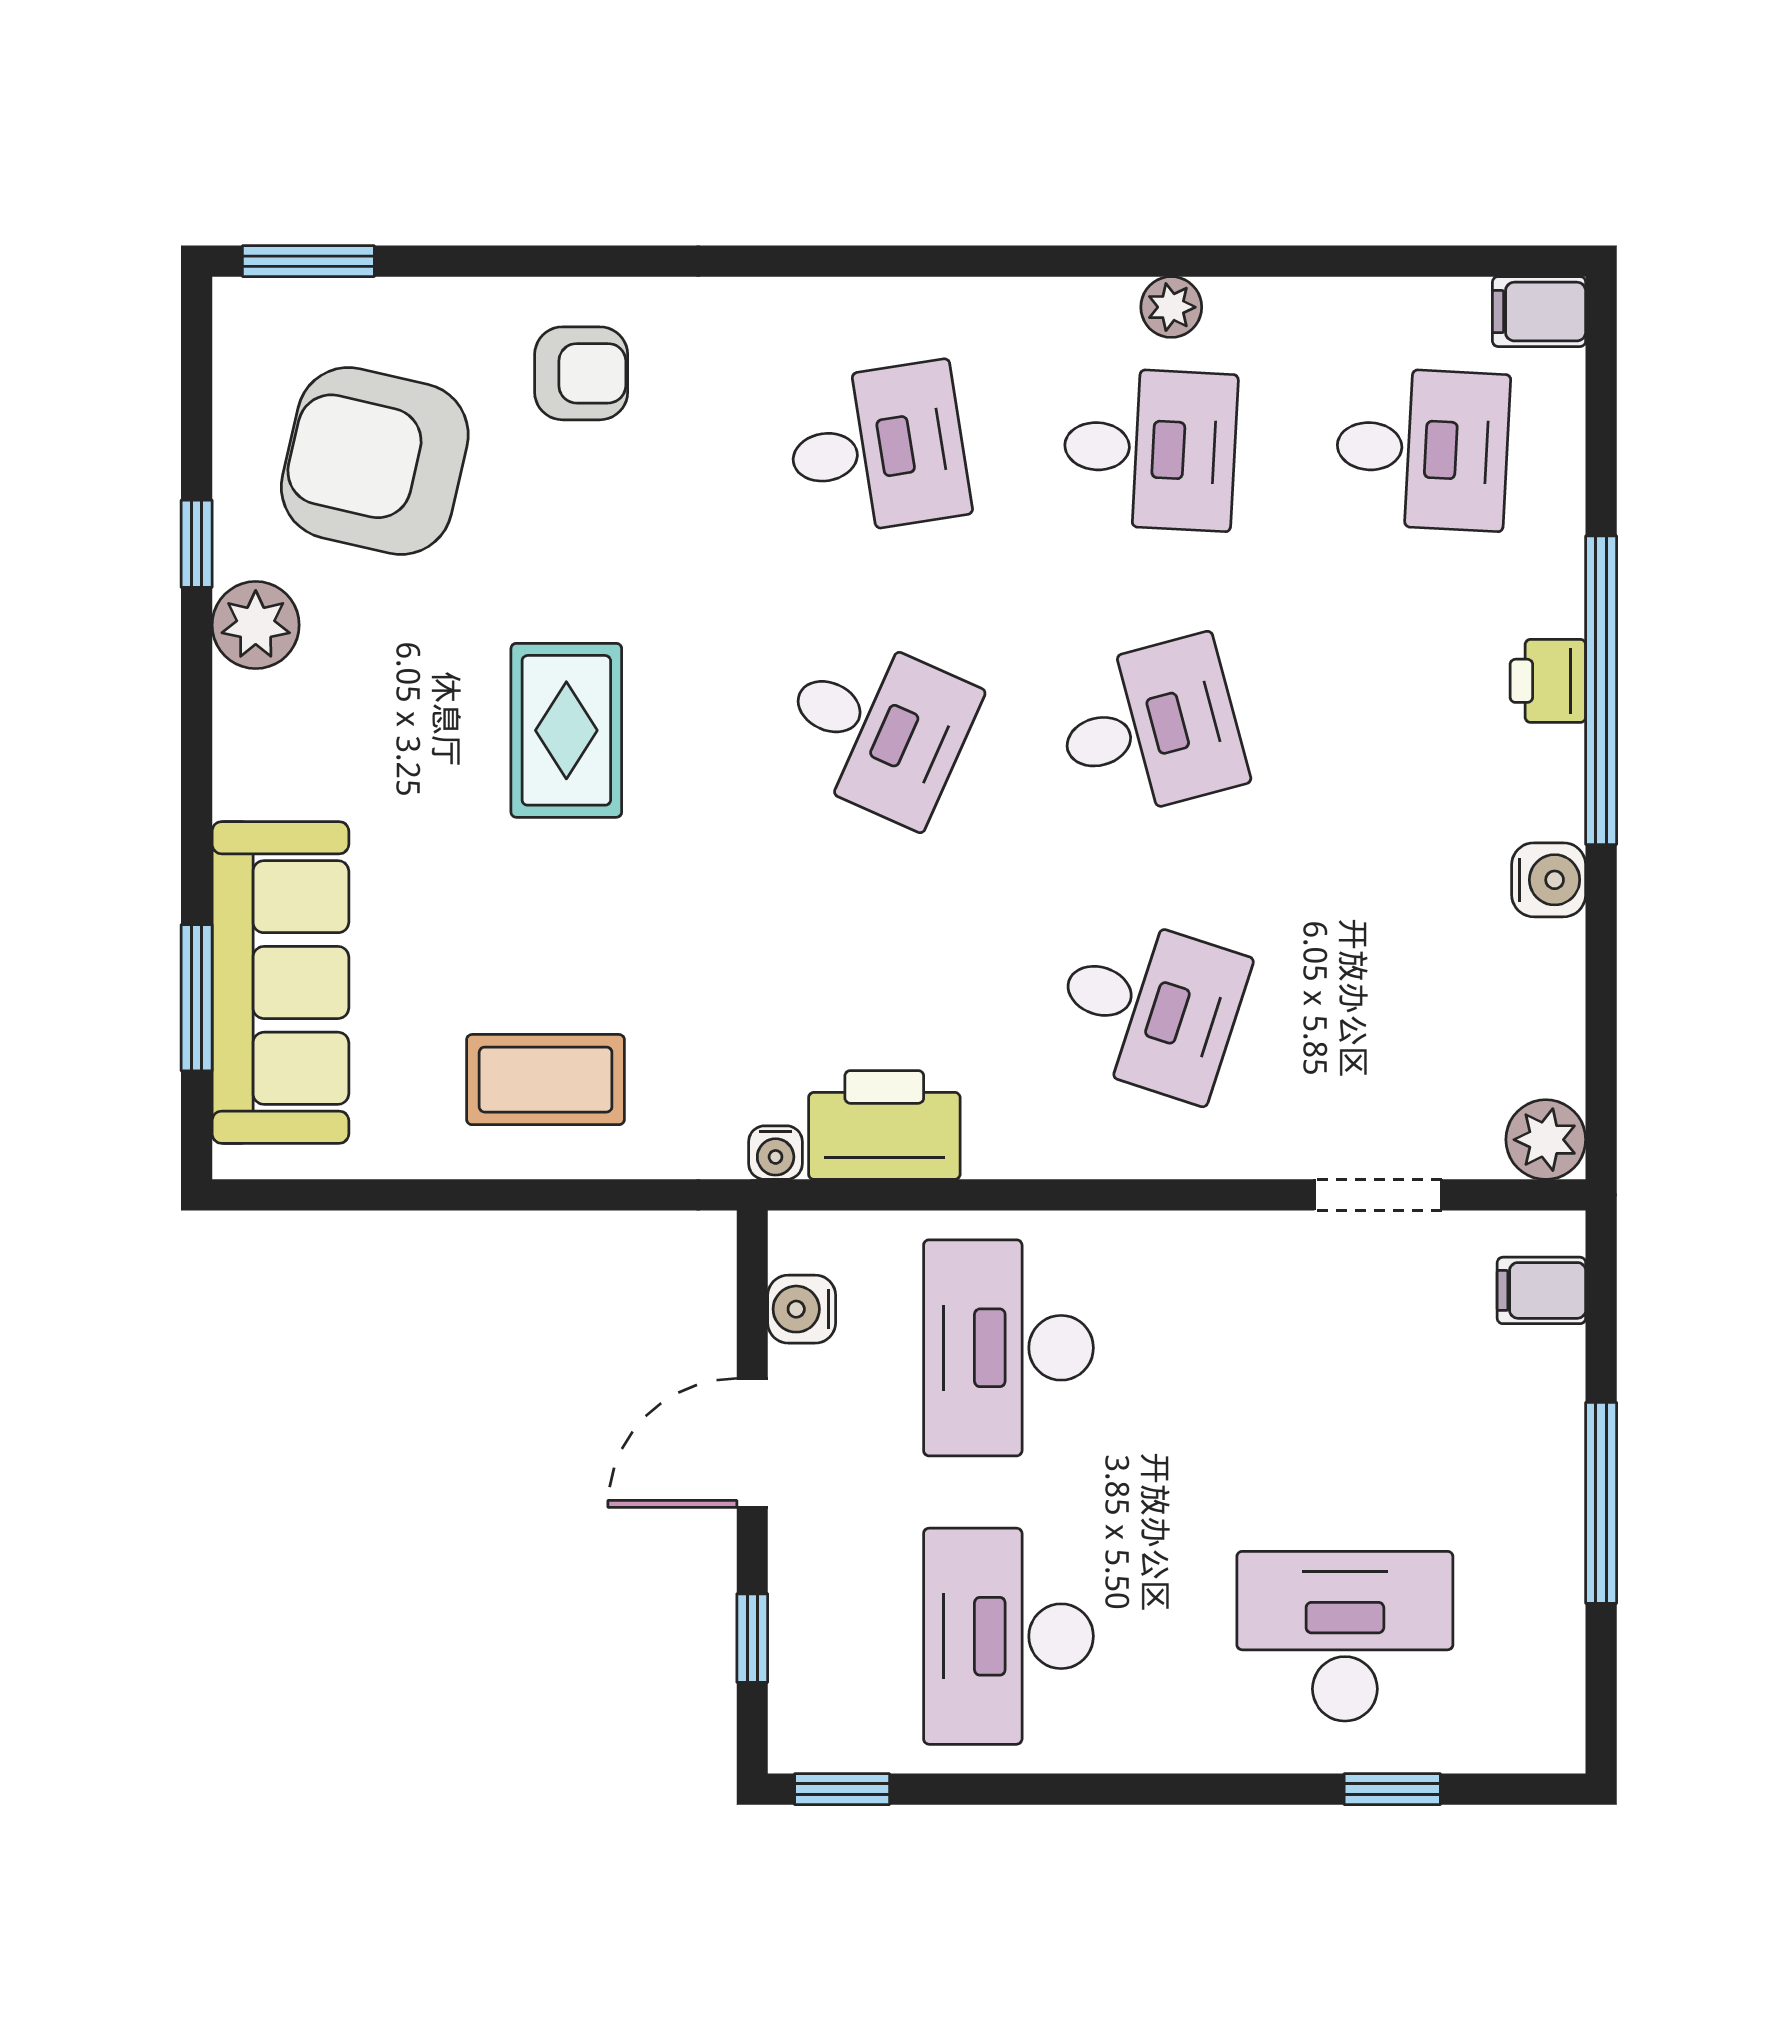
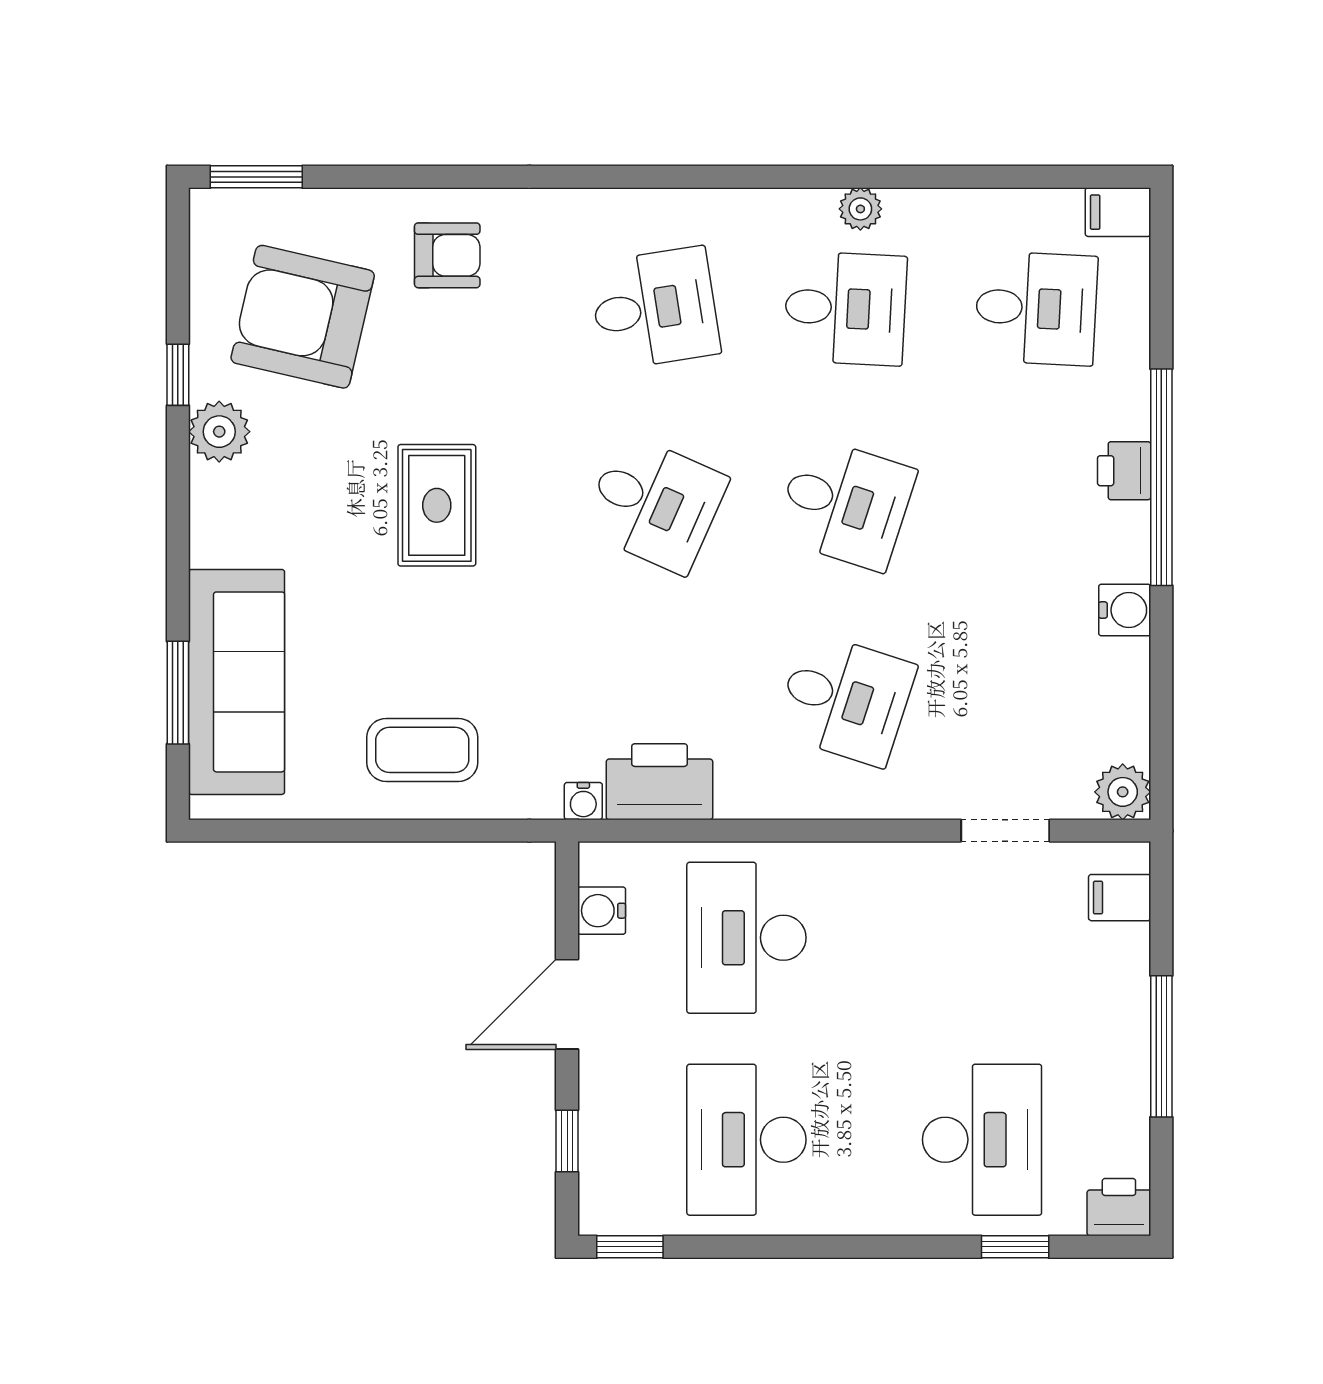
desk: (1150, 728) -> (845, 504), turned 33
desk: (1345, 1636) -> (982, 1140), turned 90
printer: (1540, 1733) -> (1119, 1207), added

